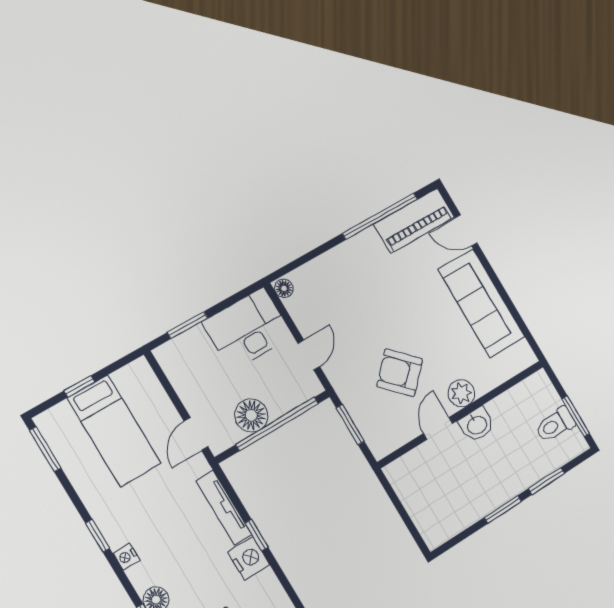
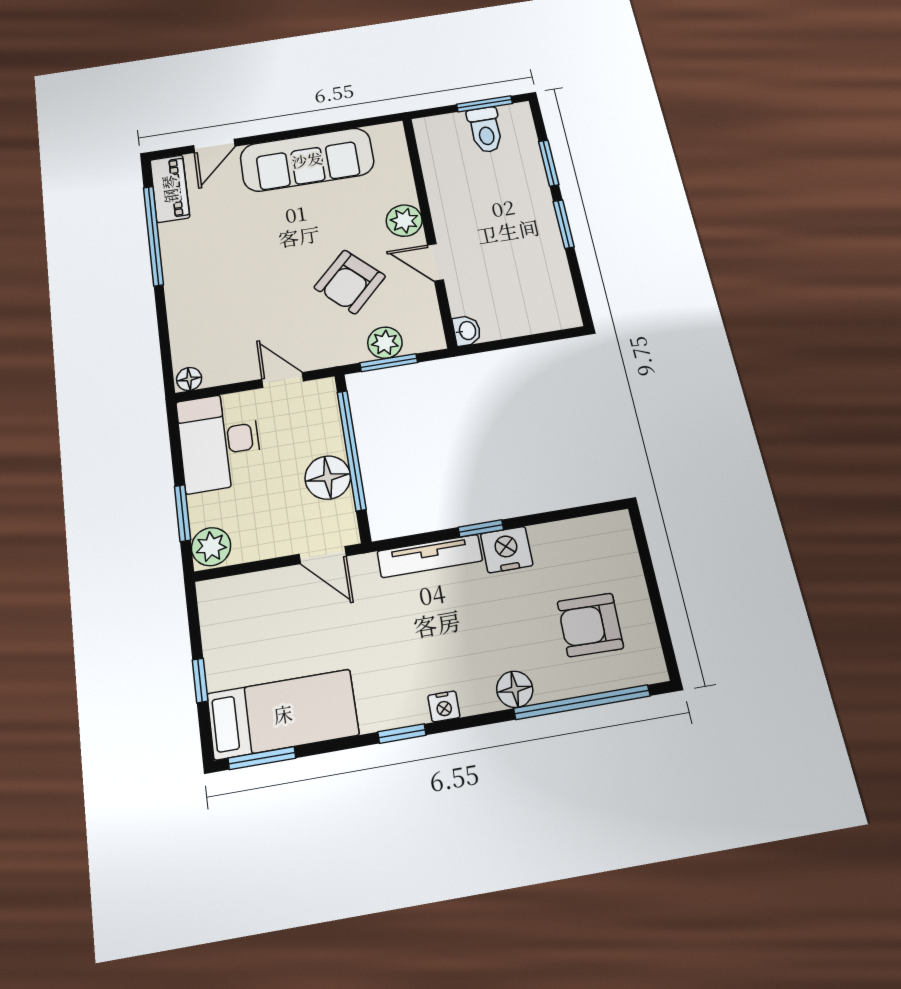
piano: (414, 221) -> (170, 189), width x0.73, depth x0.75
plant: (172, 355) -> (211, 547), added
plant: (364, 416) -> (385, 343), added
washbasin: (477, 425) -> (467, 331), moved, width x0.72, depth x0.69
bed: (114, 431) -> (283, 714), moved

